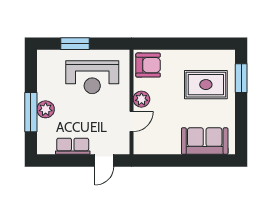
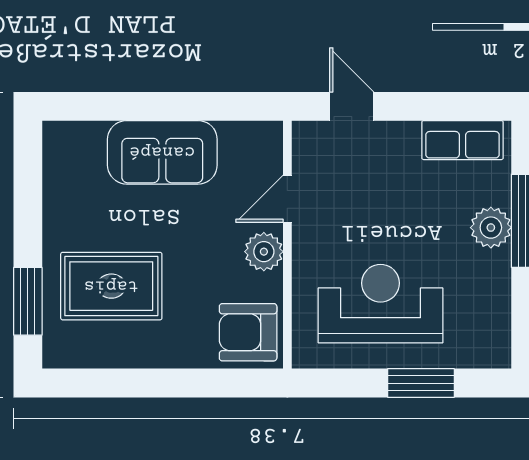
sofa: (205, 141) -> (162, 152), moved
row of seats: (73, 146) -> (462, 140), moved
door: (104, 161) -> (352, 106), hinge flipped

